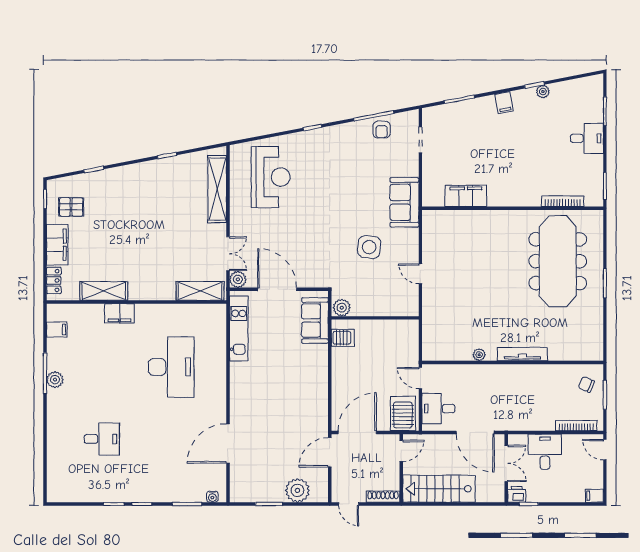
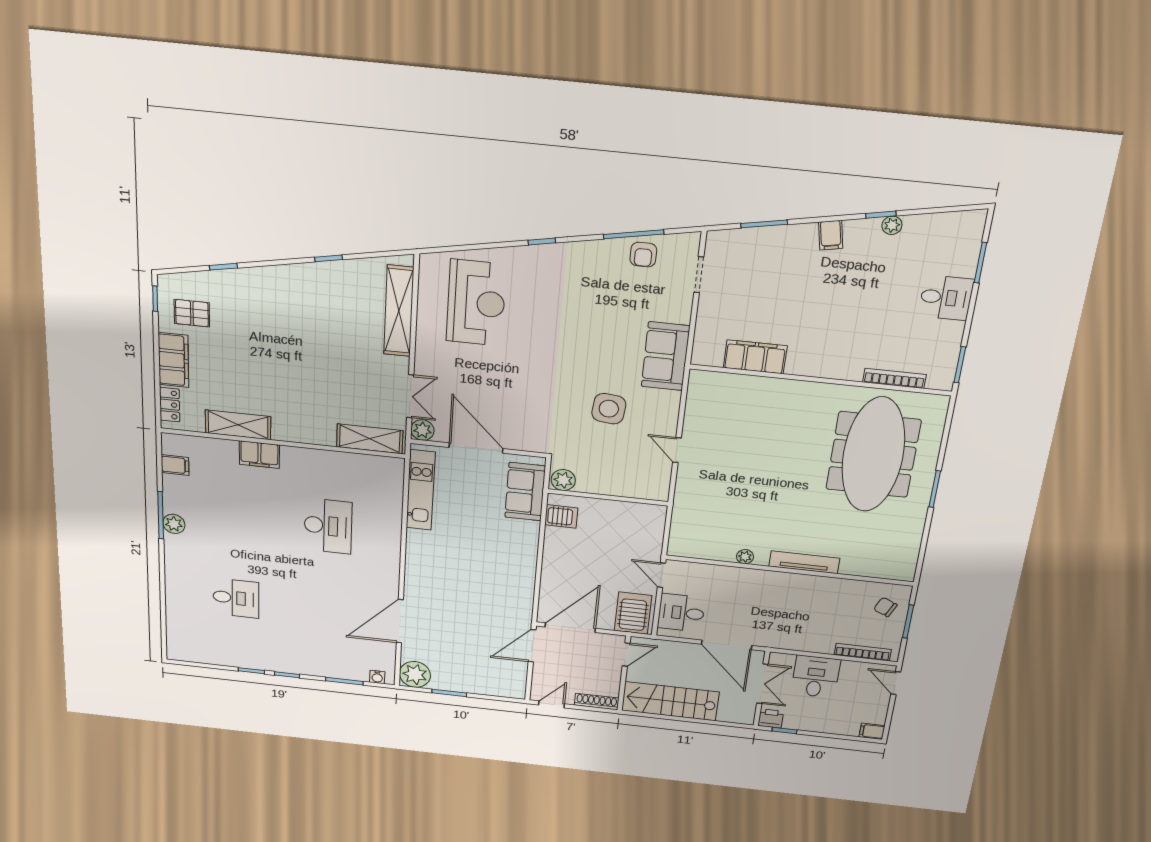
desk: (171, 367) -> (328, 526), width x0.73, depth x0.77
plant: (297, 490) -> (415, 674), moved
door: (349, 504) -> (551, 704), swing flipped

